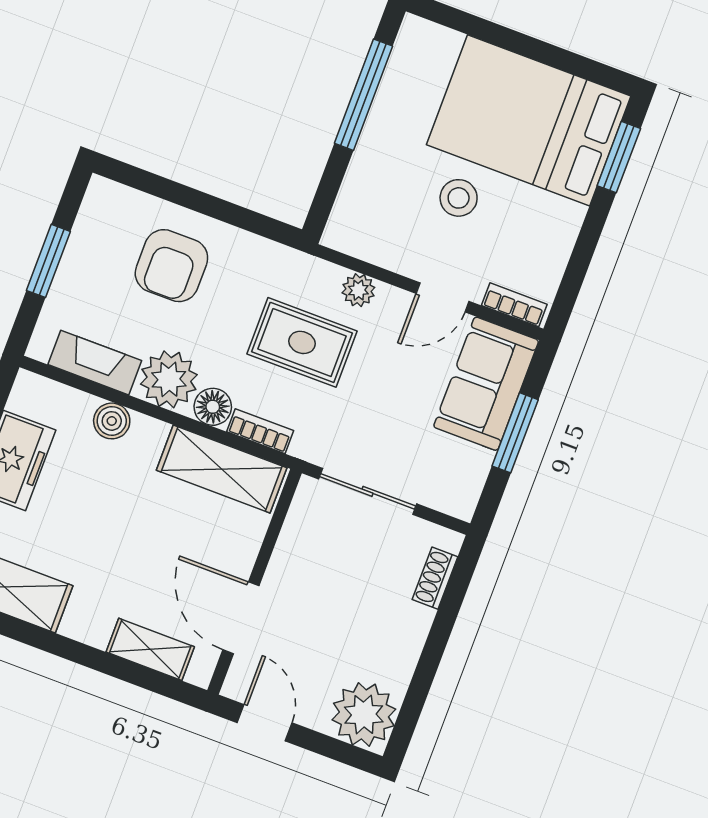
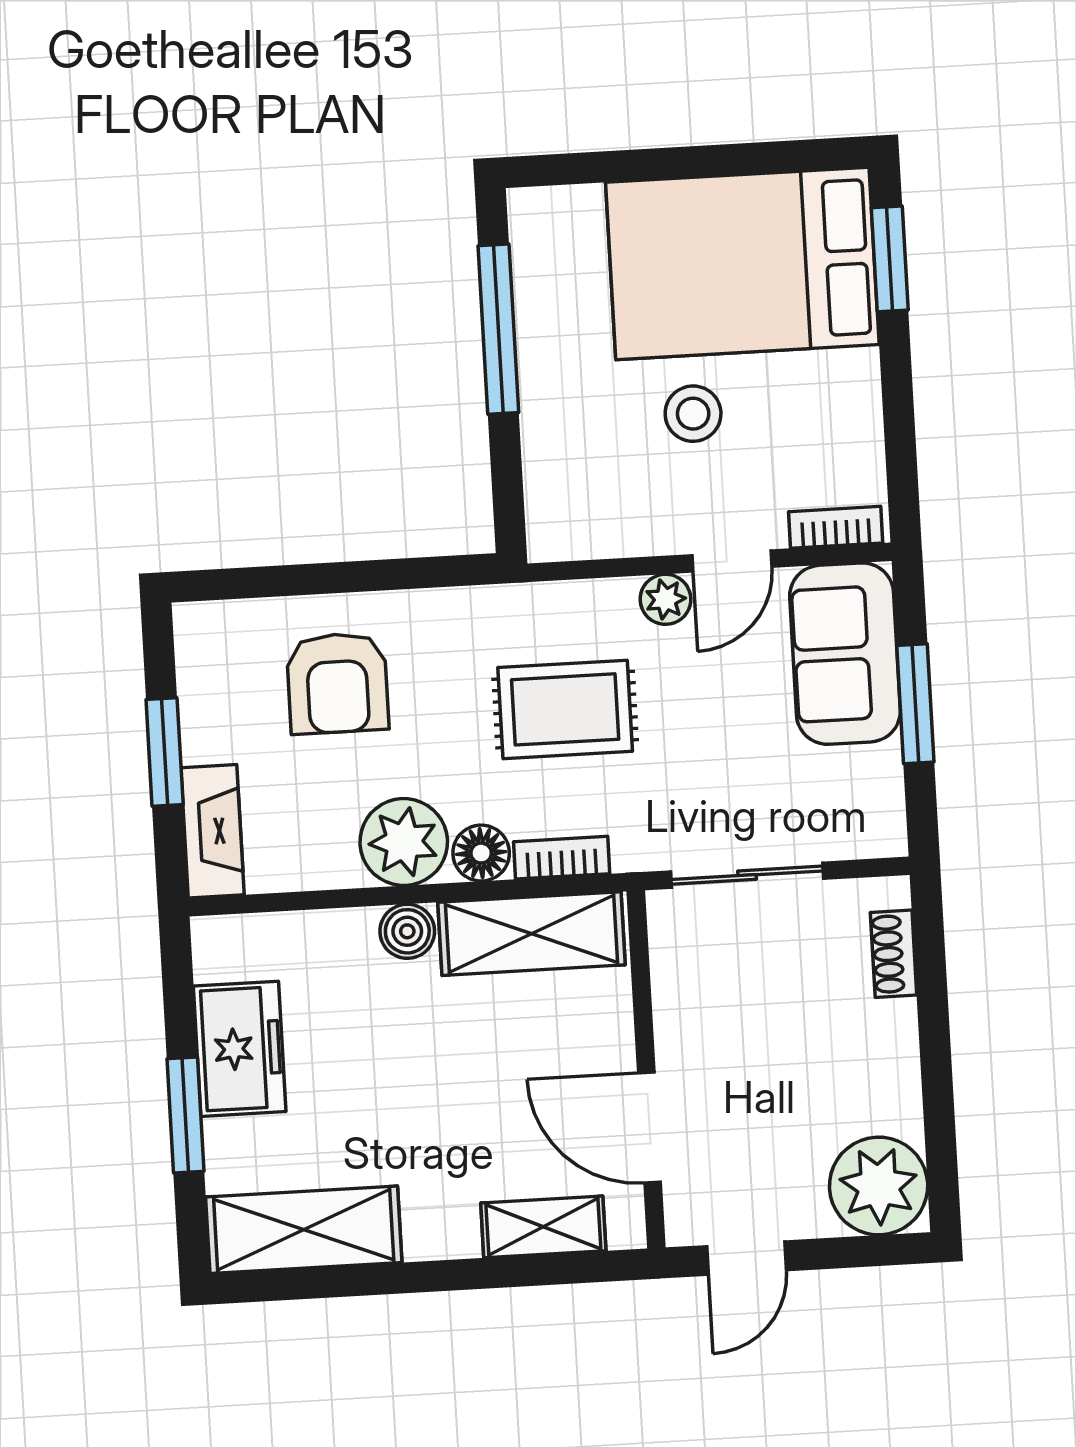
plant: (358, 290) -> (666, 599), moved
fireplace: (95, 363) -> (213, 831), moved, turned 90
boiler: (112, 421) -> (407, 931), moved
door: (265, 723) -> (746, 1258), swing flipped

